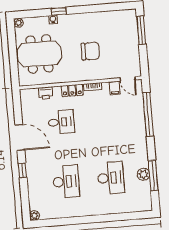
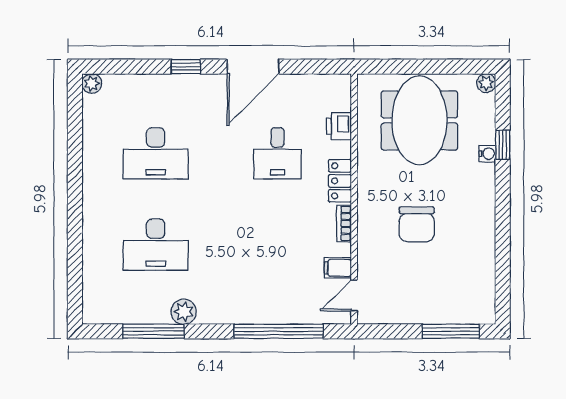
window: (59, 11) -> (503, 145), moved
plant: (143, 174) -> (184, 312), moved

